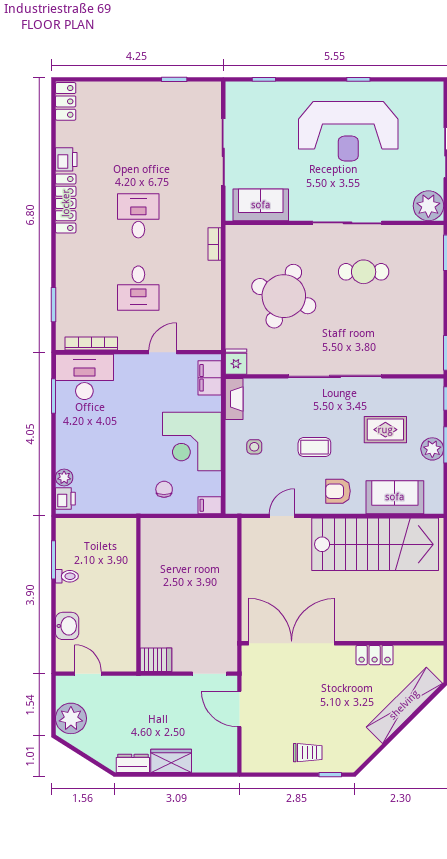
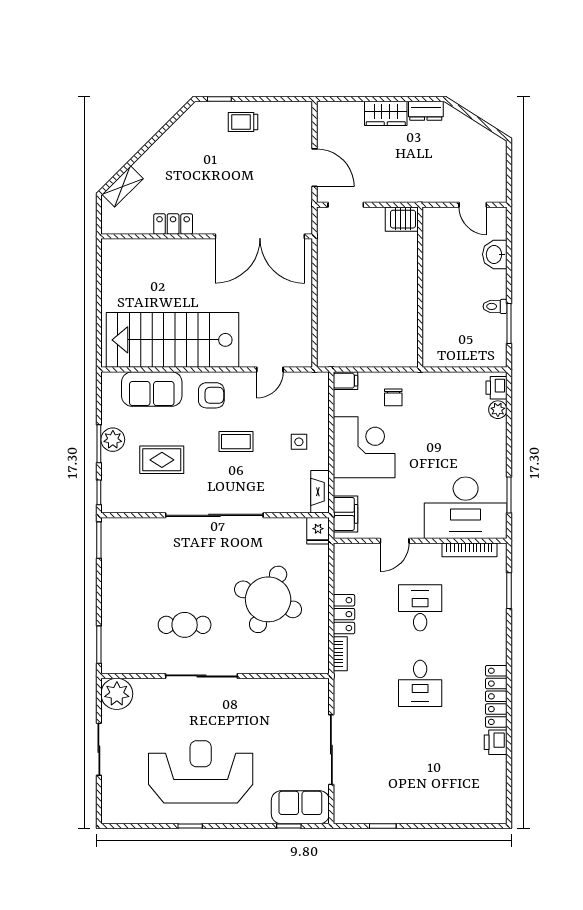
locker: (66, 101) -> (344, 614), moved, turned 180
sofa: (261, 205) -> (300, 807), moved, turned 180
desk: (84, 377) -> (466, 508), width x1.36, depth x1.30
shelving: (404, 705) -> (123, 186), width x0.45, depth x0.75
plant: (71, 718) -> (491, 158), removed

